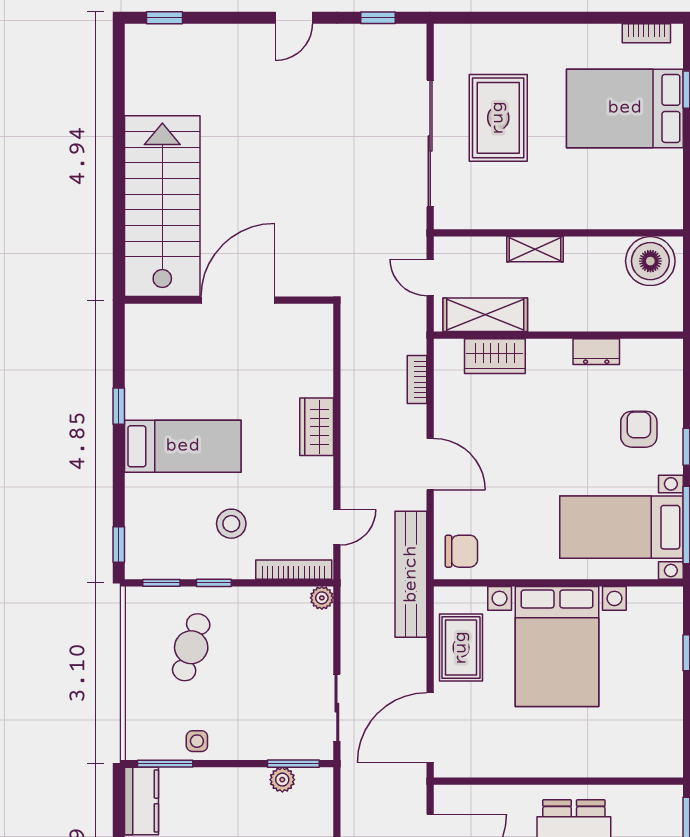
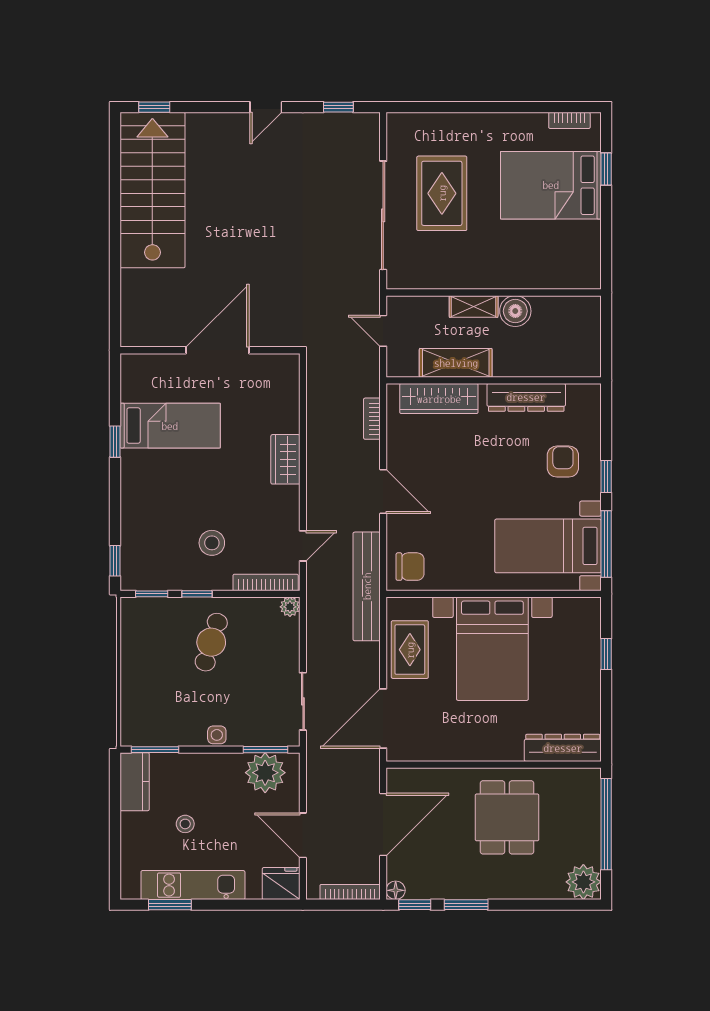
stairs: (162, 206) -> (152, 190), moved
boiler: (650, 261) -> (515, 311), moved, width x0.73, depth x0.73
shelving: (485, 315) -> (456, 363), moved
dresser: (596, 352) -> (526, 397), width x1.96, depth x1.24
wardrobe: (495, 356) -> (439, 399), width x1.50
bed: (183, 446) -> (170, 426), moved
cafe table: (191, 647) -> (211, 642), moved
side table: (197, 741) -> (217, 735), moved
dresser: (639, 762) -> (563, 748), added
plant: (282, 780) -> (265, 773), width x1.88, depth x1.88

